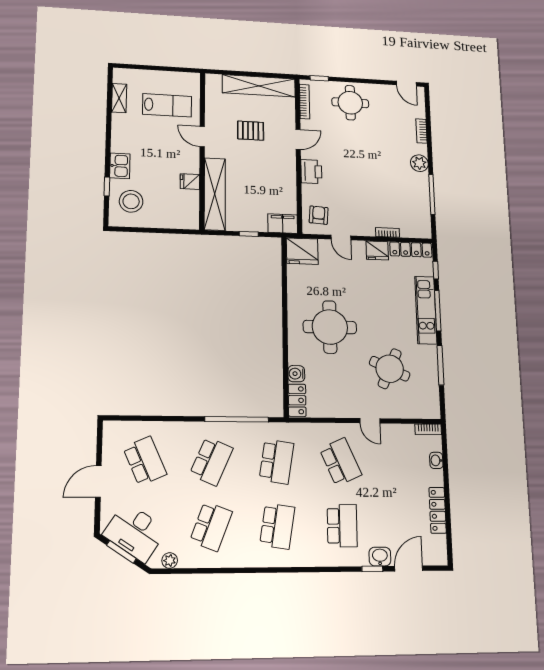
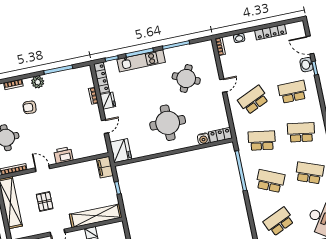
armchair: (319, 215) -> (30, 107), moved

